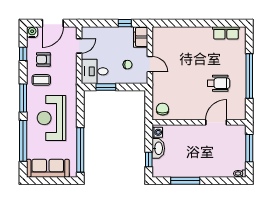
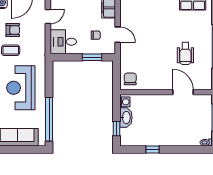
armchair: (43, 59) -> (13, 30), turned 180
wheelchair: (218, 83) -> (185, 53), turned 90
window: (106, 87) -> (92, 57), moved
door: (216, 122) -> (183, 92), hinge flipped
window: (185, 181) -> (152, 150), width x0.46

